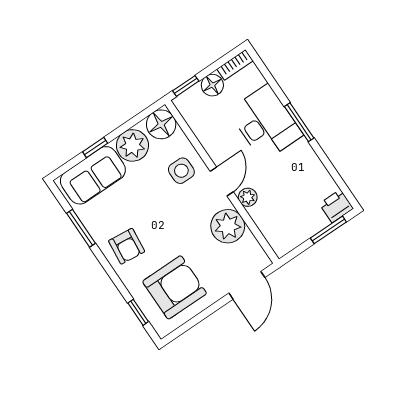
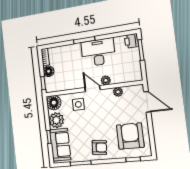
desk: (265, 123) -> (98, 52), moved
plant: (228, 226) -> (118, 92), width x0.53, depth x0.53

